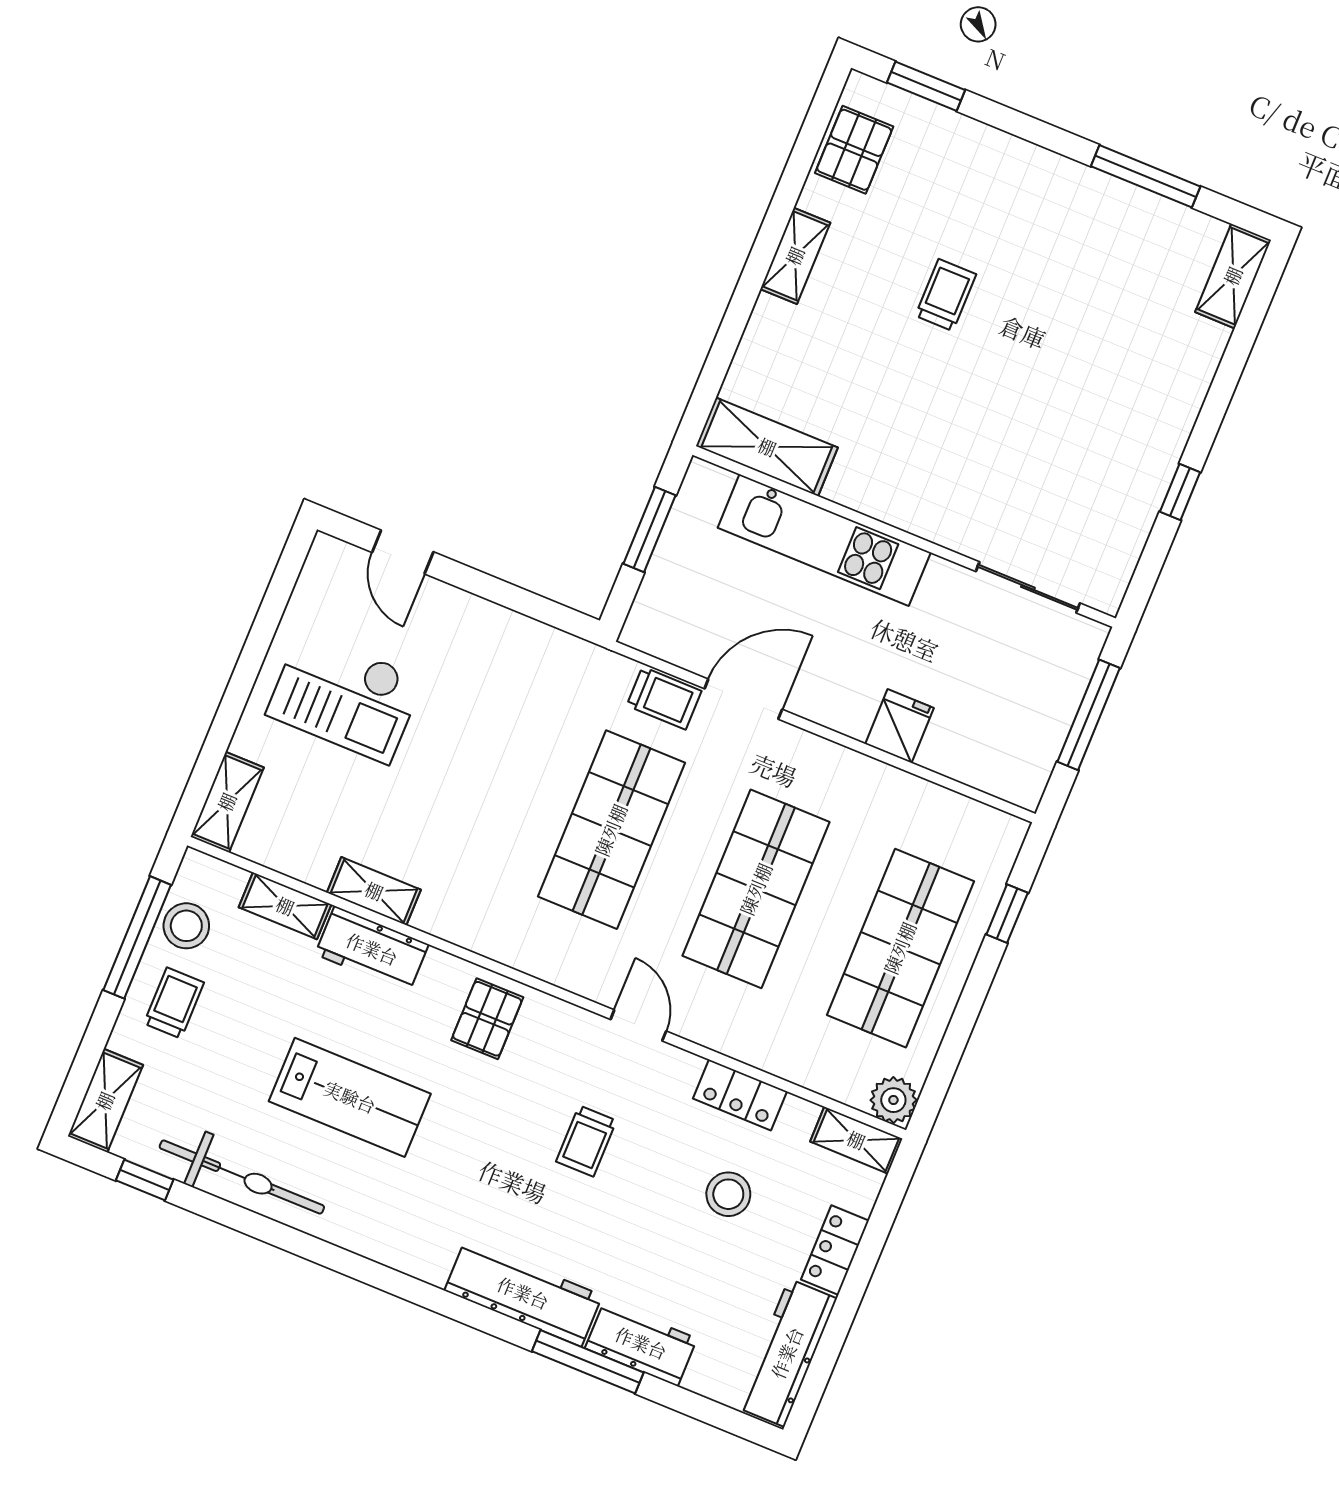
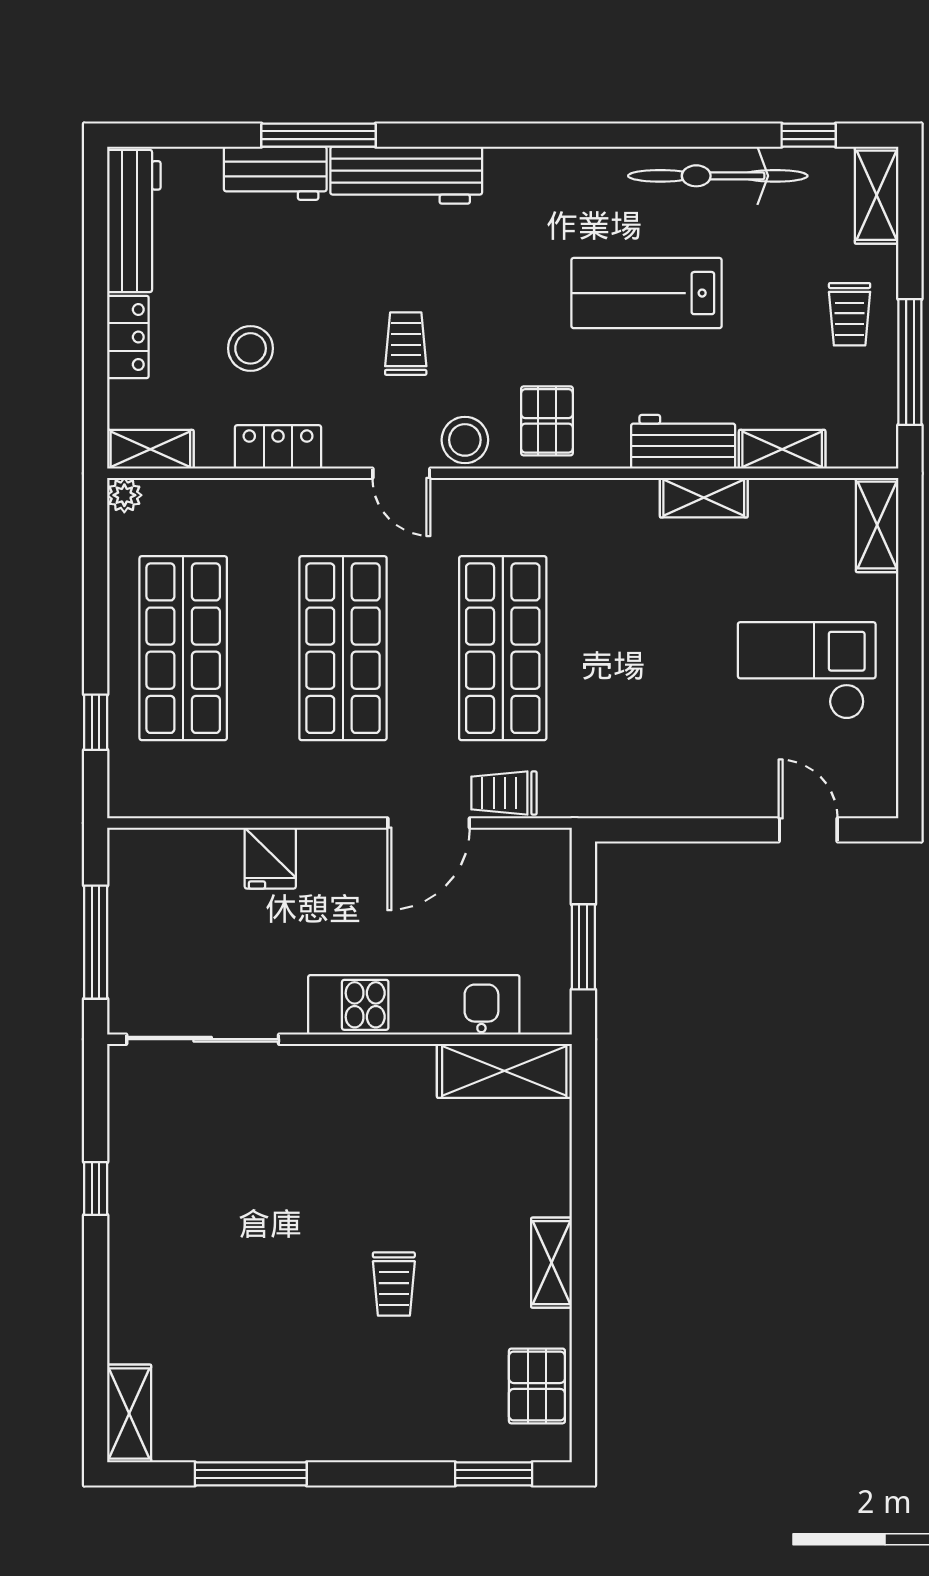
sliding door: (1028, 587) -> (203, 1039), width x1.37
stool: (186, 926) -> (465, 440), moved
plant: (893, 1100) -> (124, 495), width x0.73, depth x0.73

